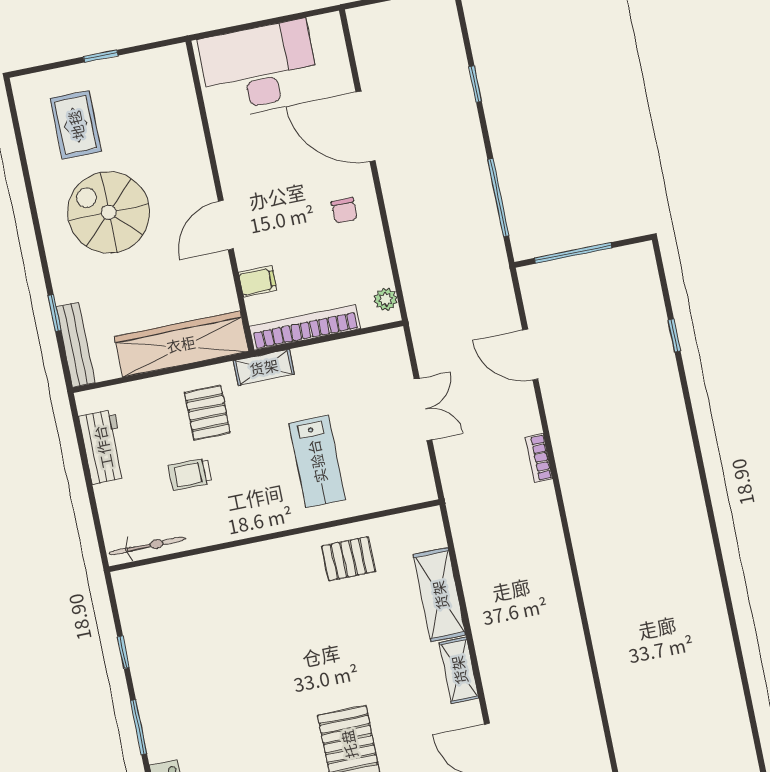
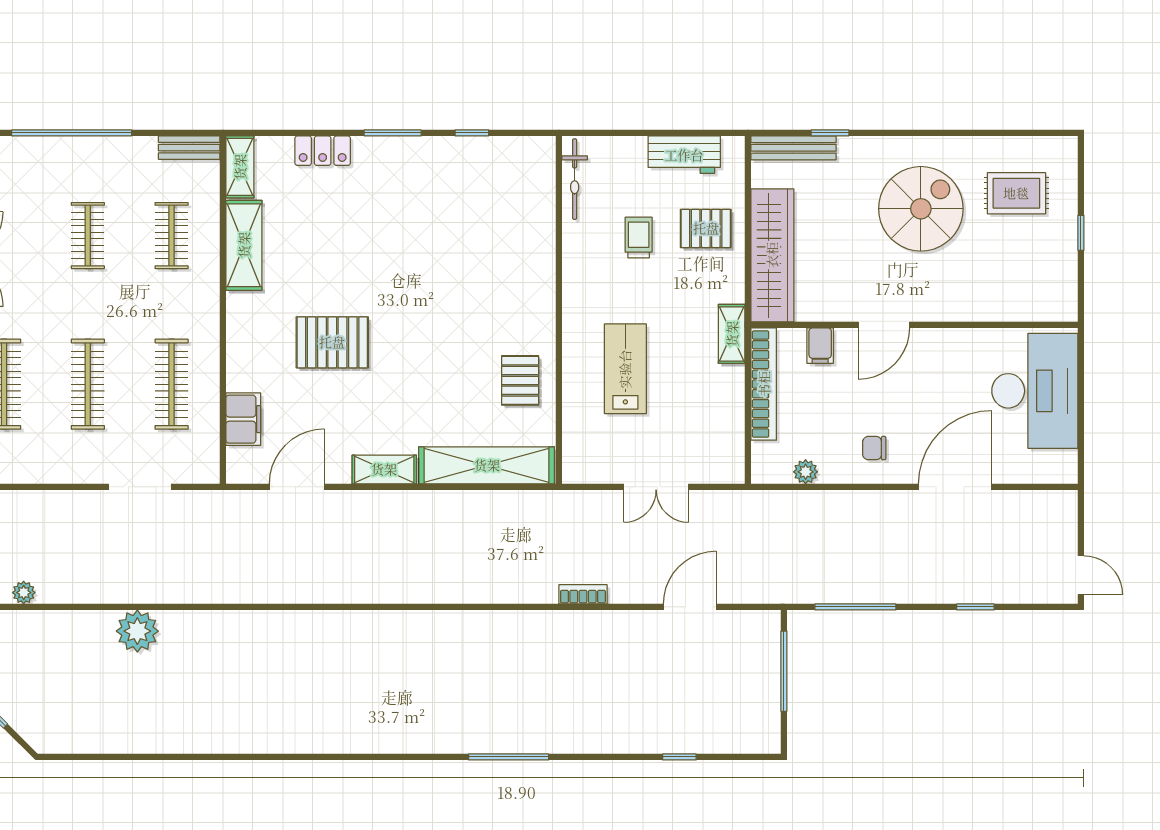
door: (226, 225) -> (884, 325), swing flipped
plant: (386, 299) -> (806, 472), moved
pallet: (207, 413) -> (706, 228), moved
lab bench: (317, 461) -> (625, 369), turned 90
window: (707, 497) -> (509, 757), added
shelving: (440, 595) -> (487, 465), width x1.47

